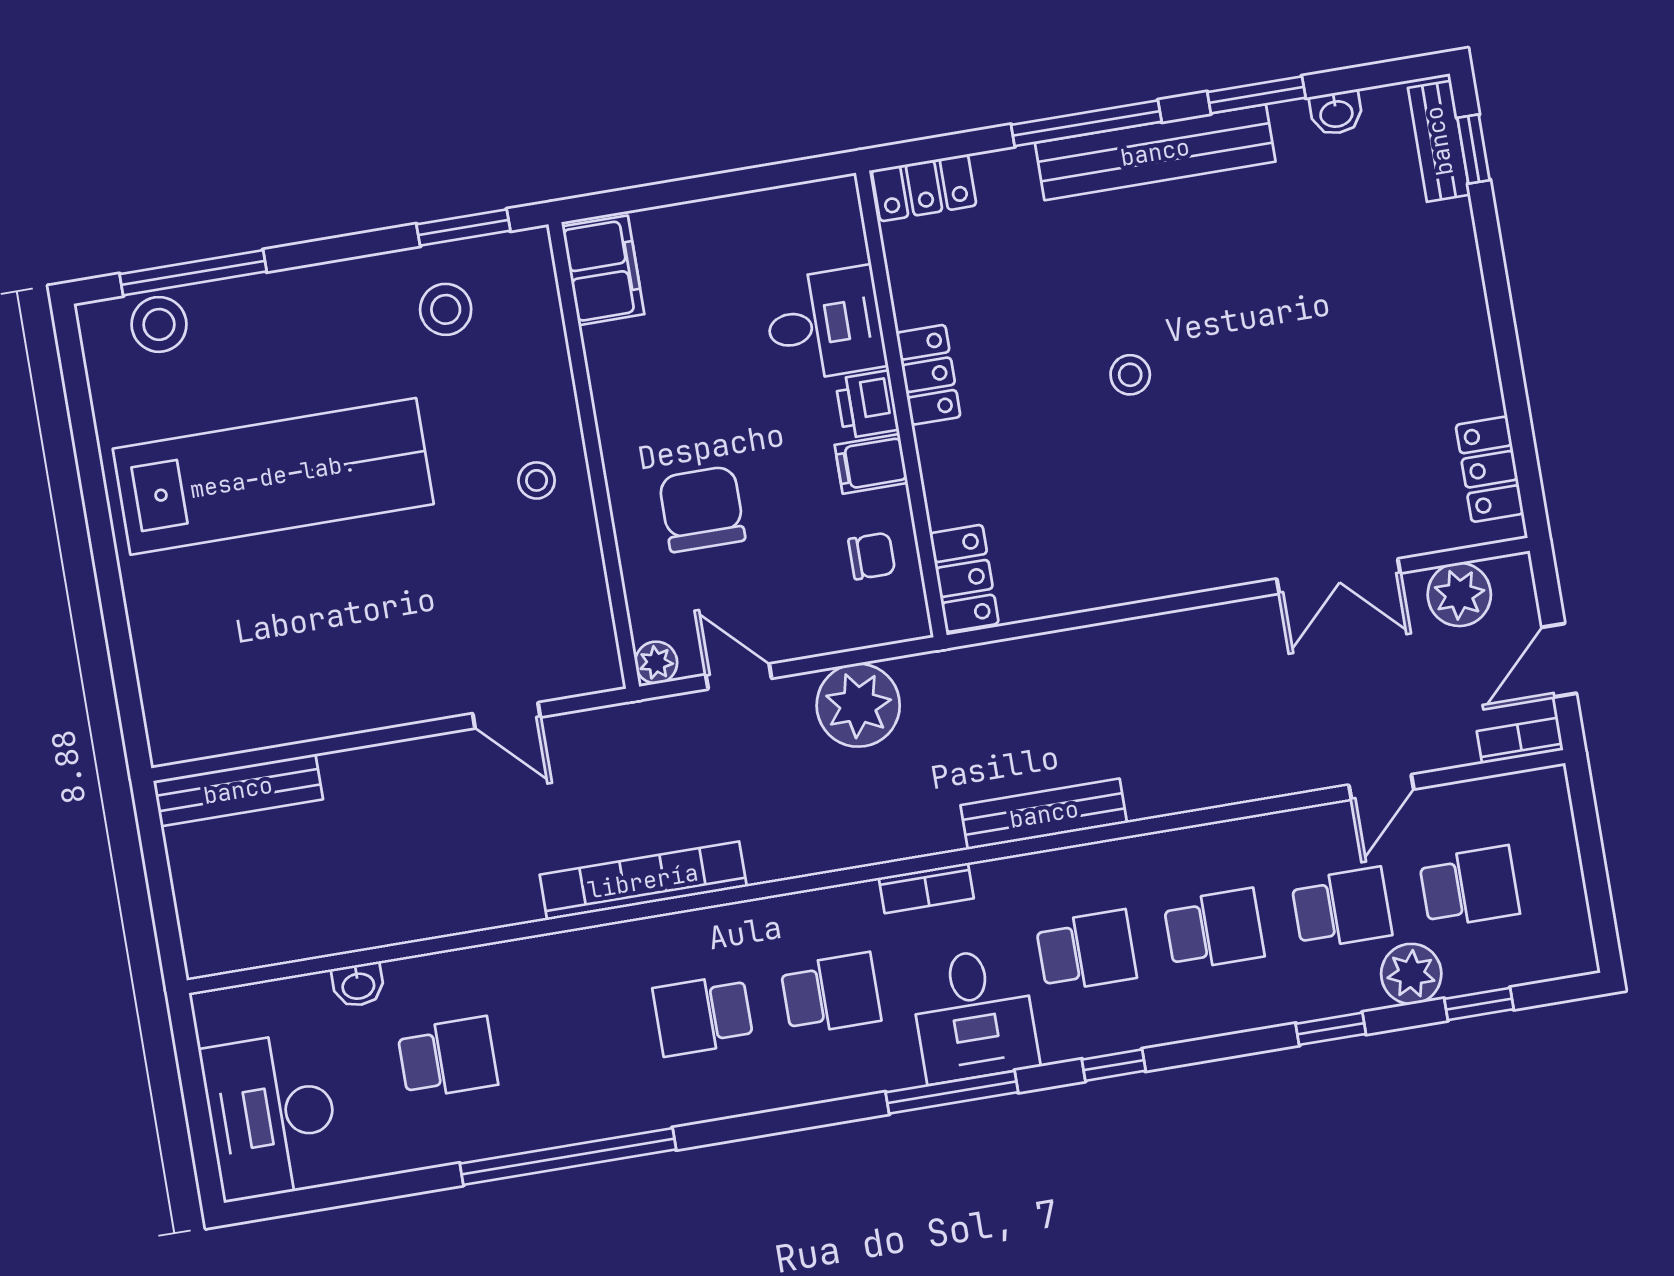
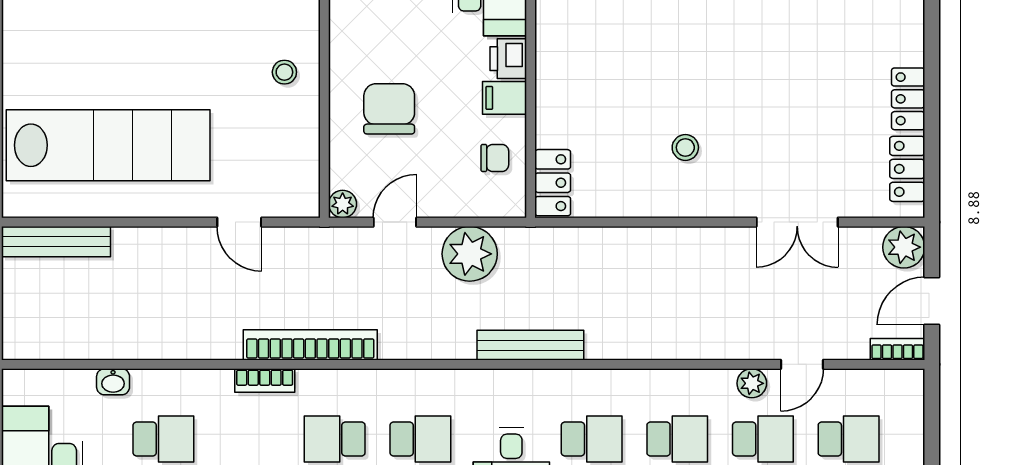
locker: (928, 375) -> (908, 99), moved, turned 180
stool: (1130, 375) -> (685, 147), moved
lab bench: (273, 476) -> (108, 145), moved
plant: (1459, 594) -> (904, 247), moved
door: (739, 676) -> (395, 222), hinge flipped
bench: (1044, 814) -> (530, 345), moved
plant: (1311, 828) -> (752, 383), added
bookcase: (926, 888) -> (265, 381), moved

